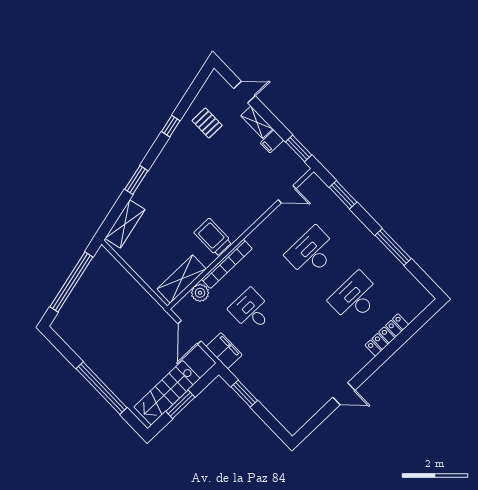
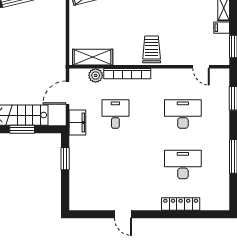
trolley: (213, 237) -> (152, 49), moved

